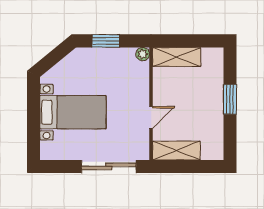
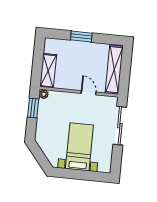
window: (106, 41) -> (33, 108), moved
shelving: (176, 151) -> (114, 70), width x1.47

